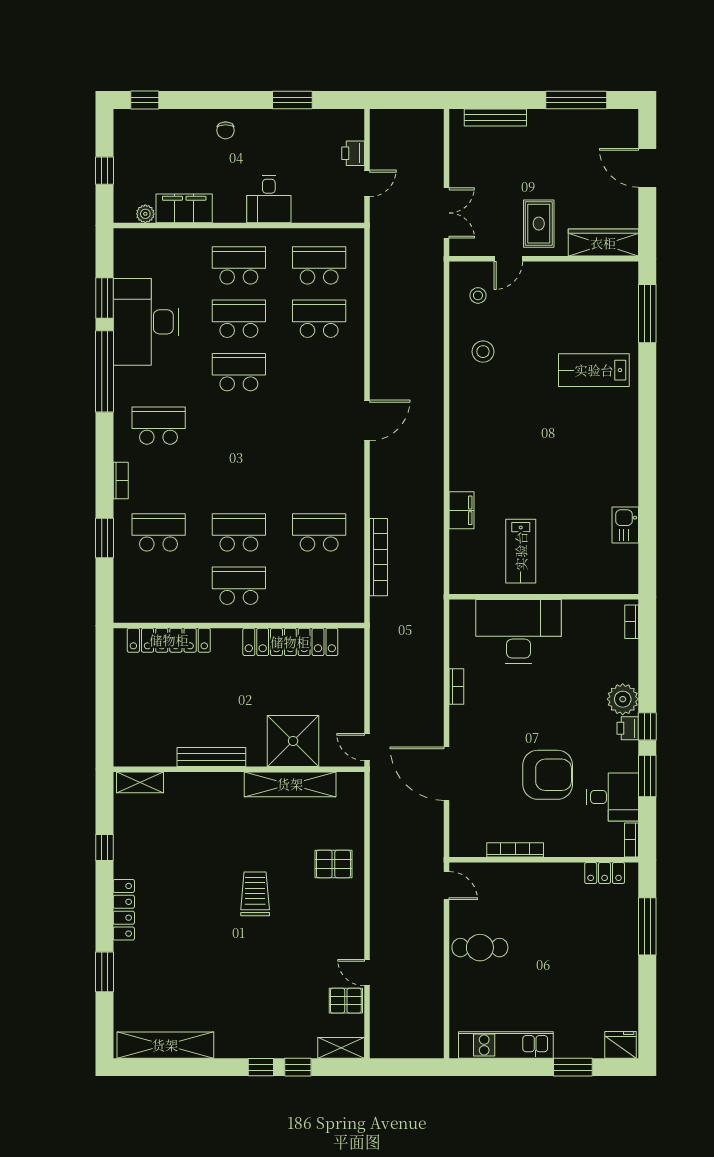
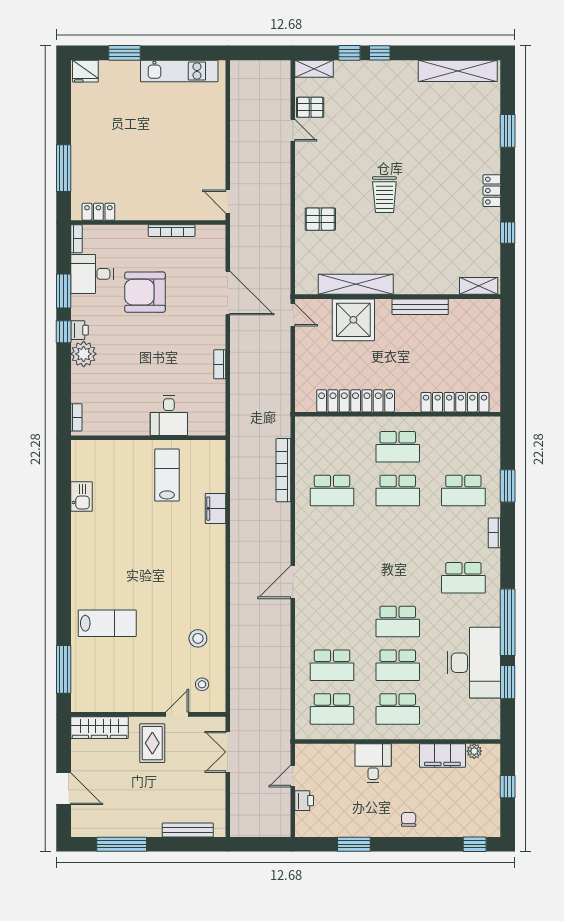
desk: (518, 631) -> (169, 415), width x0.53, depth x0.77
locker: (124, 910) -> (492, 191), width x0.66
cafe table: (480, 948) -> (200, 151), removed

